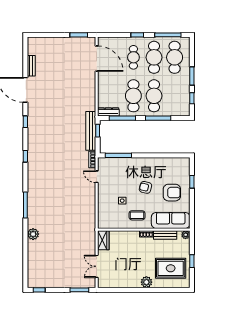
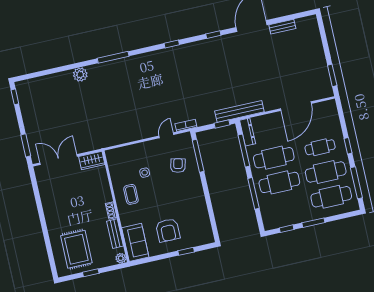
door: (97, 59) -> (296, 106), moved
bench: (91, 131) -> (239, 111), moved
armchair: (145, 187) -> (178, 166), moved
sofa: (171, 220) -> (135, 242), width x0.73
double door: (97, 266) -> (59, 160), width x1.37
plant: (146, 282) -> (53, 224), removed

